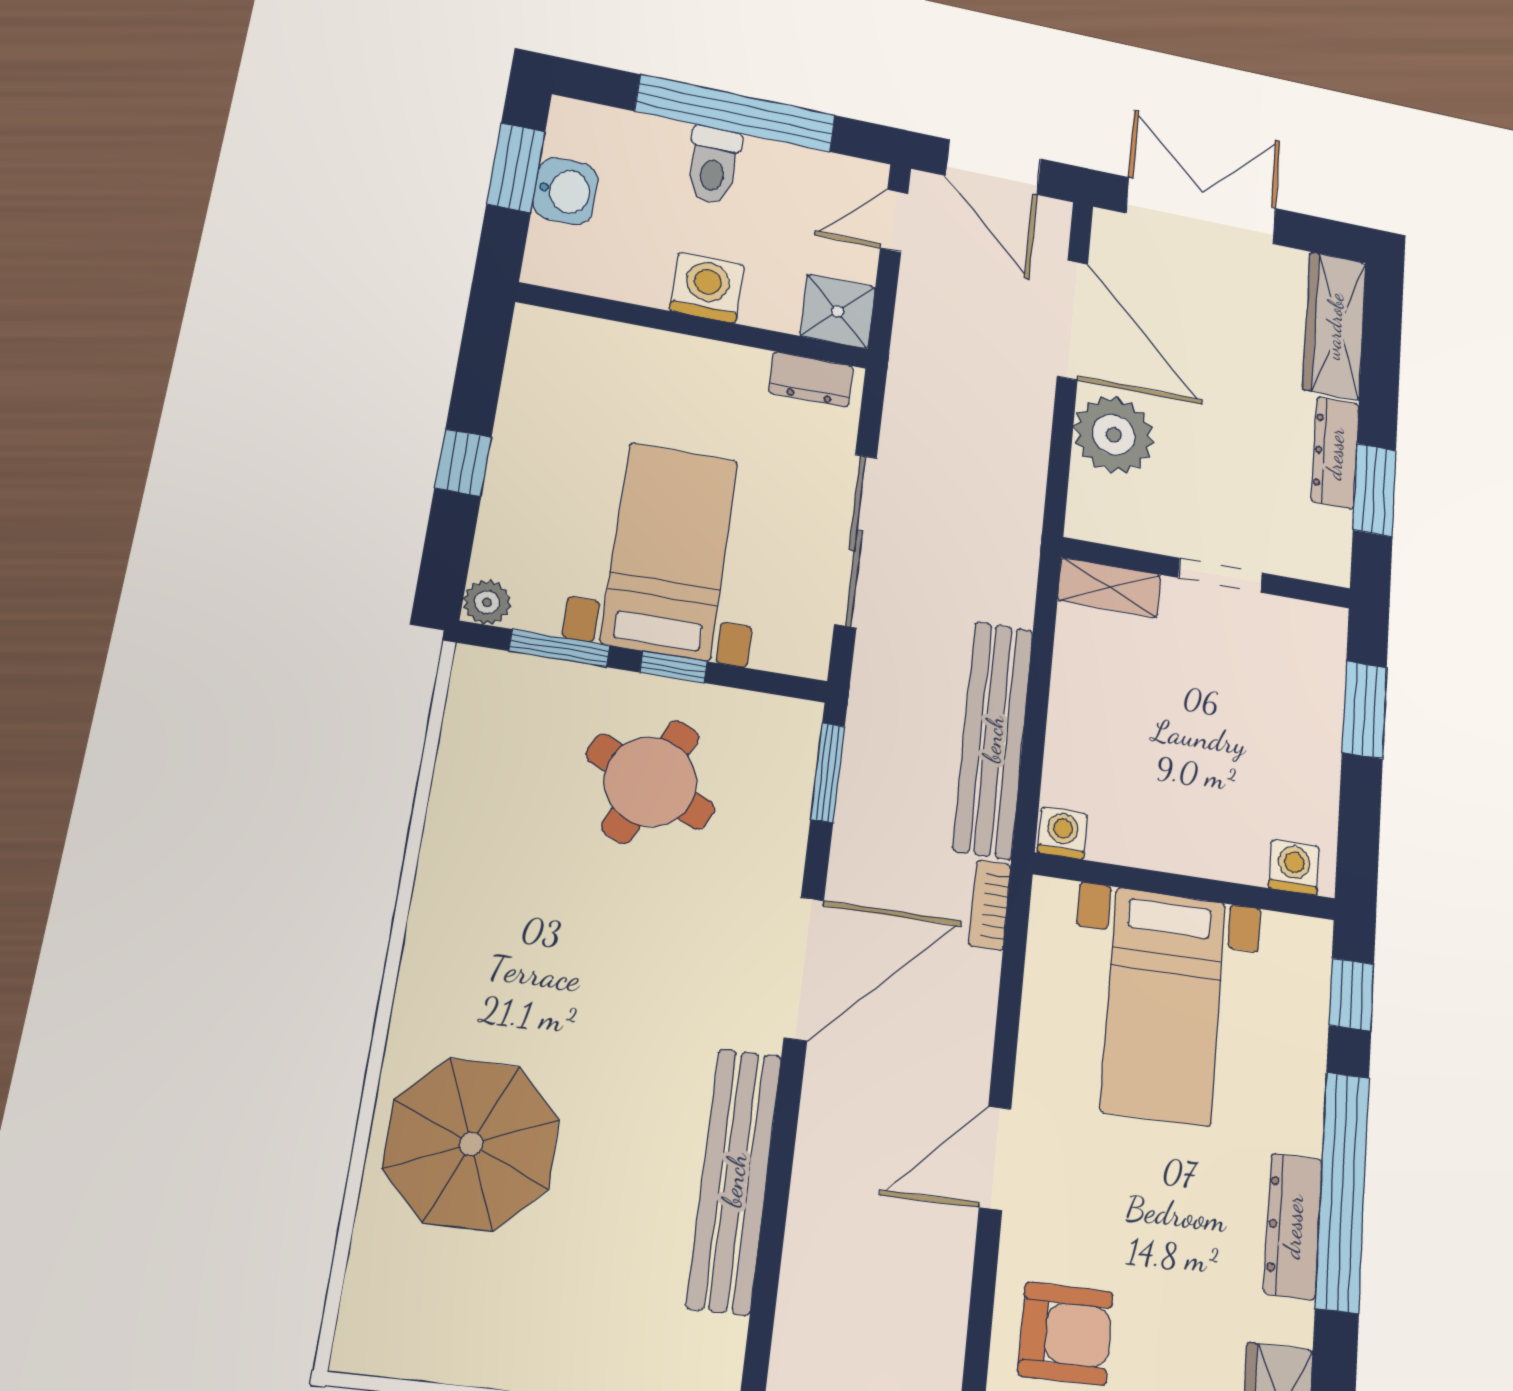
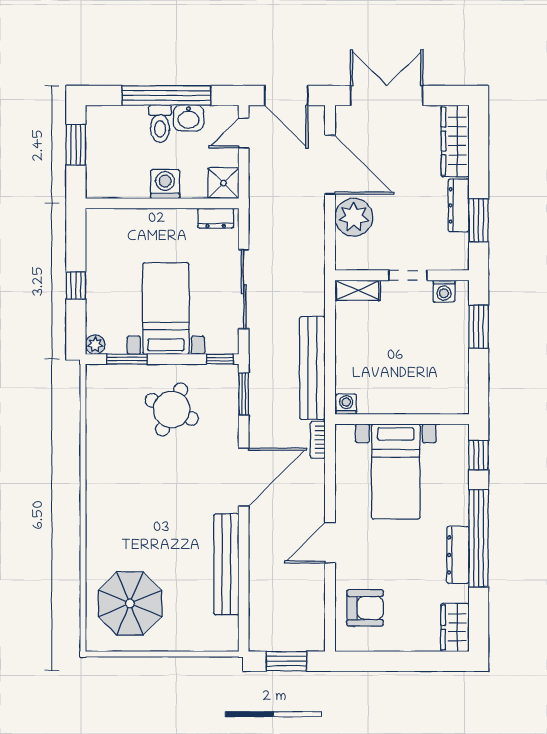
washbasin: (565, 191) -> (188, 118), moved, turned 90
window: (673, 667) -> (220, 359), moved
washing machine: (1294, 867) -> (444, 291), moved, turned 180
parasol: (471, 1144) -> (130, 603), moved

